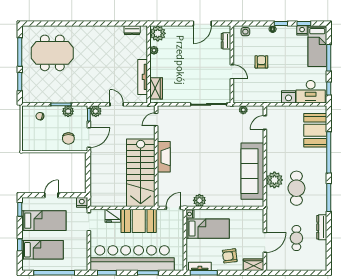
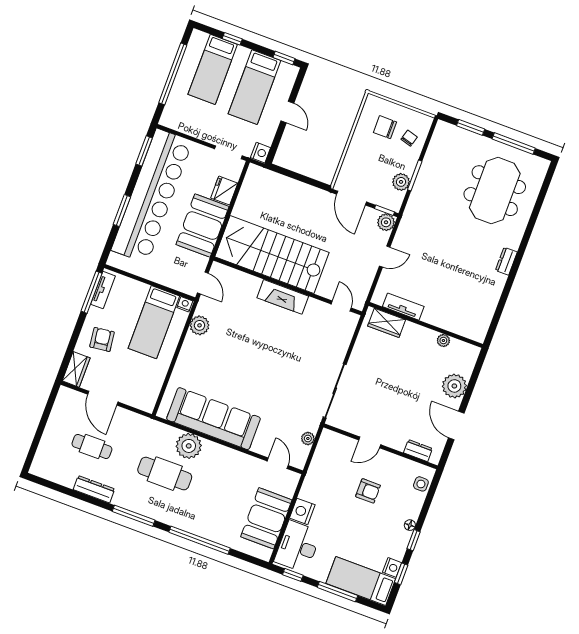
dresser: (132, 30) -> (506, 261), moved
plant: (158, 33) -> (454, 386), moved
tv unit: (143, 77) -> (403, 307), width x0.71
booth: (315, 130) -> (266, 518), moved, turned 90
chair: (68, 138) -> (385, 127), moved

